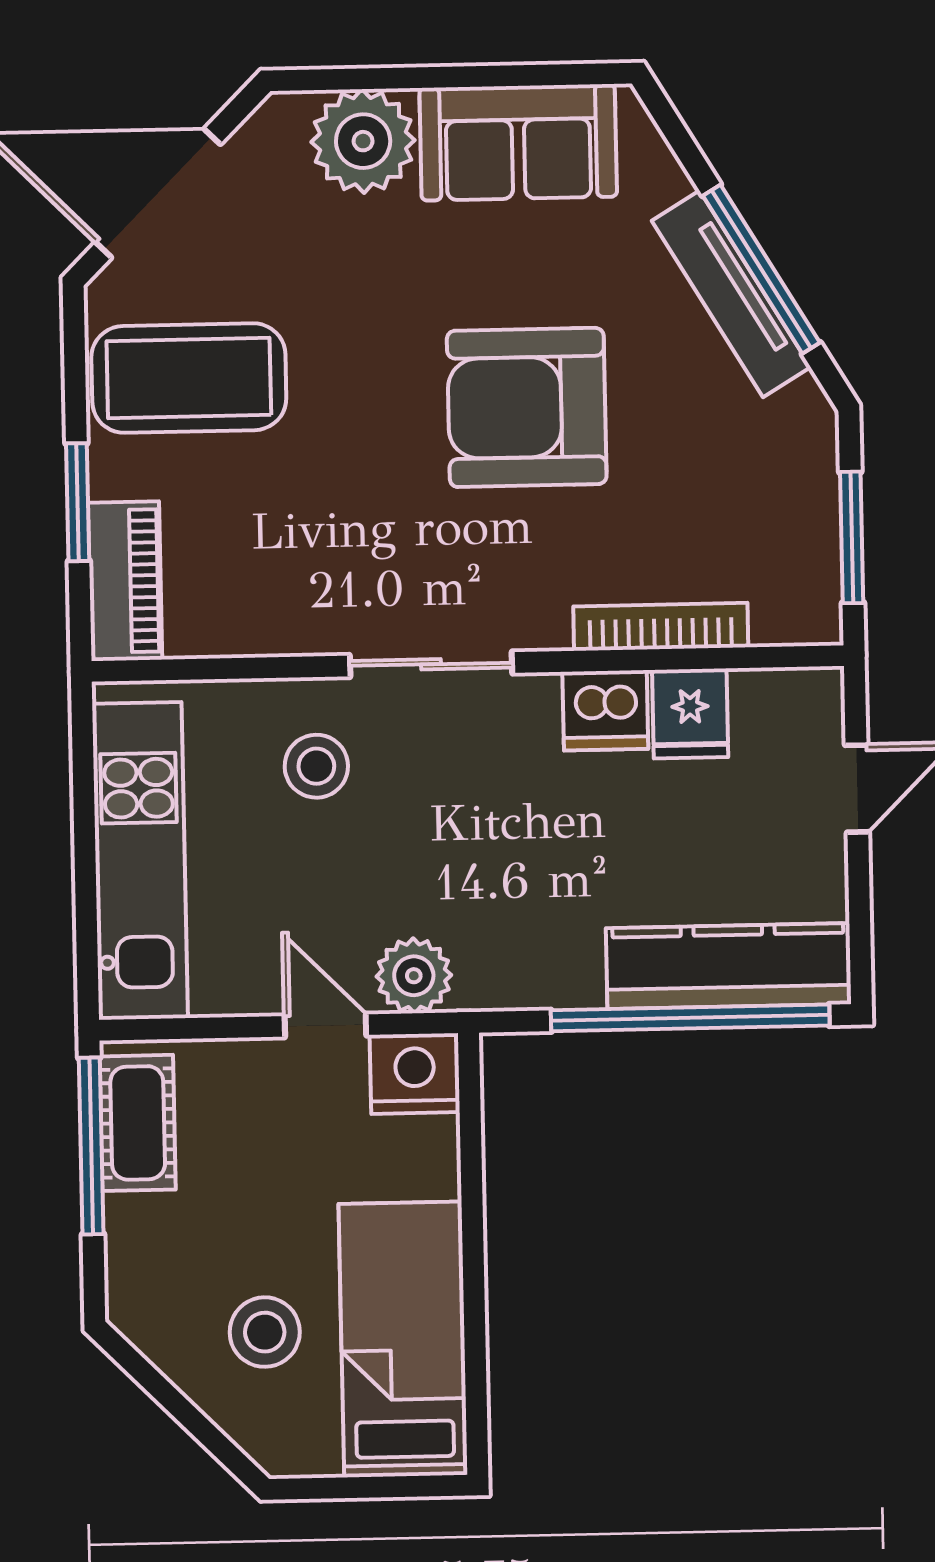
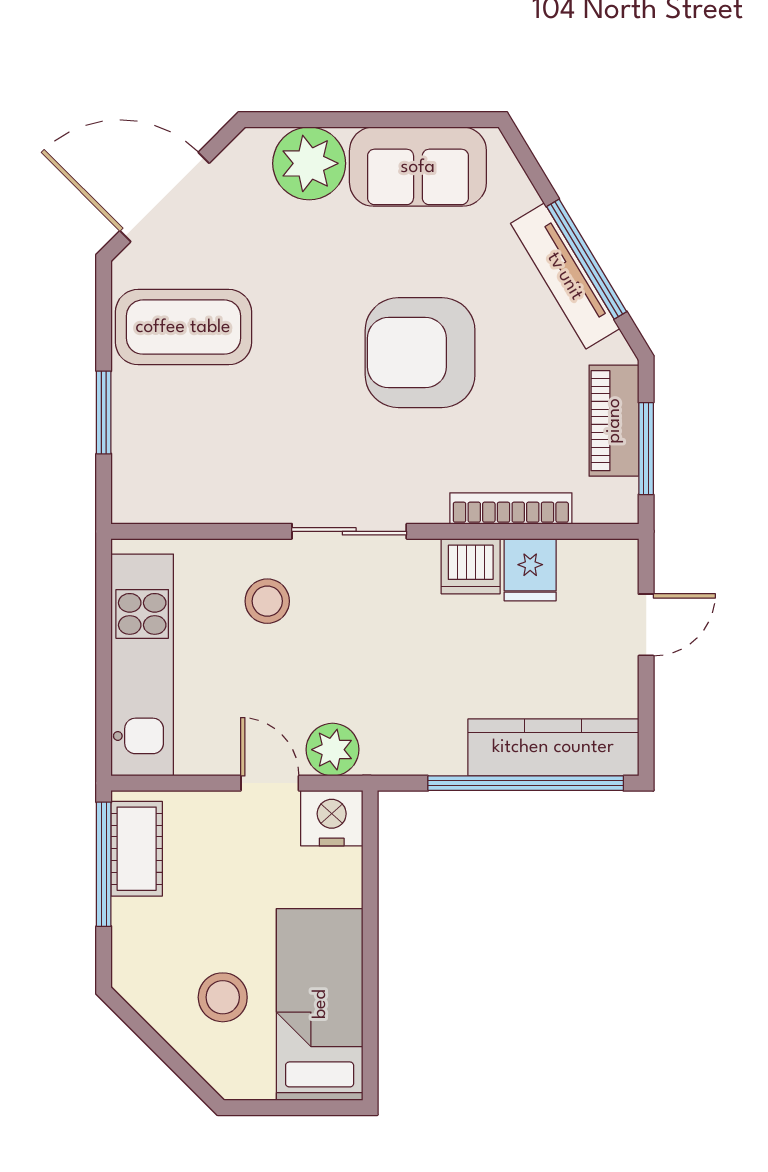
piano: (125, 581) -> (614, 421), moved, turned 180

